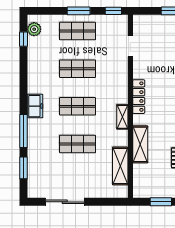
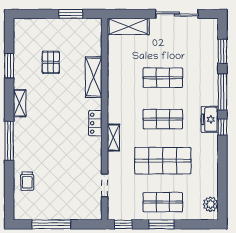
window: (23, 39) -> (222, 127), moved
shop shelf: (78, 69) -> (163, 161), width x1.43, depth x1.36
locker: (139, 97) -> (95, 123), width x0.66
shelving: (122, 117) -> (113, 137), moved
shelving: (120, 166) -> (128, 26), moved, turned 90

